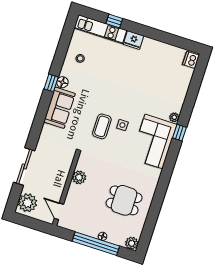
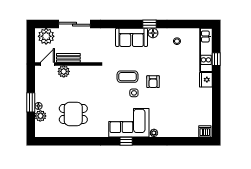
armchair: (117, 100) -> (153, 82), added
window: (179, 133) -> (126, 141), moved
plant: (79, 177) -> (64, 71), moved
bench: (60, 186) -> (68, 58), added
dining table: (124, 200) -> (73, 114), turned 90
plant: (132, 243) -> (40, 116), moved
window: (96, 244) -> (31, 102), width x0.47

